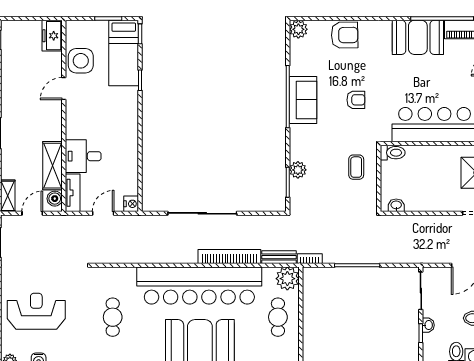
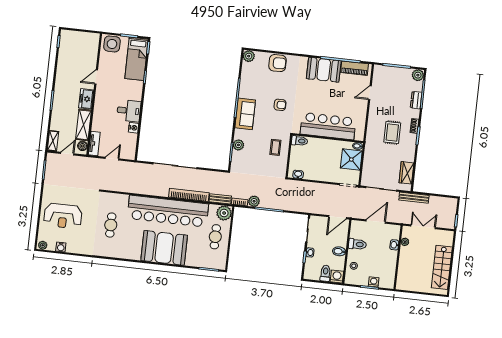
freezer: (52, 36) -> (86, 99), moved
side table: (81, 61) -> (112, 44), moved
sofa: (303, 100) -> (245, 114), moved
desk: (83, 156) -> (129, 111), moved, turned 180
nightstand: (131, 204) -> (134, 128), moved
plant: (332, 255) -> (254, 201), added
reception desk: (36, 311) -> (63, 216), turned 180

